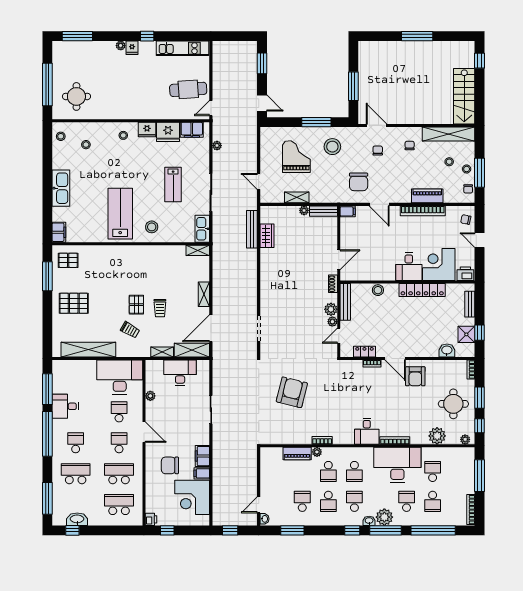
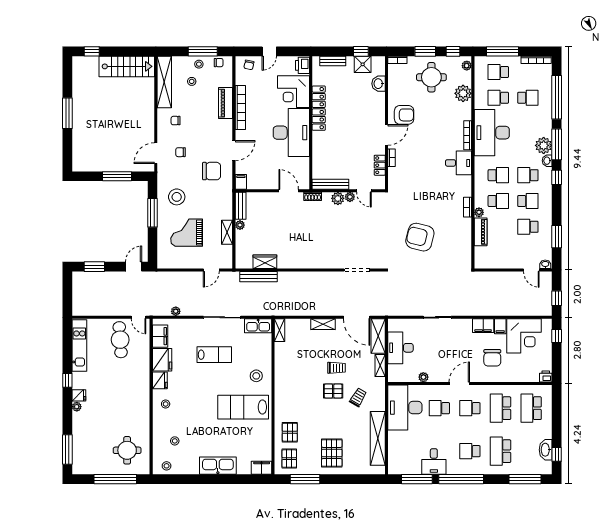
pallet: (95, 261) -> (290, 432), added
desk: (409, 267) -> (291, 133), width x1.87, depth x1.30
stool: (378, 290) -> (319, 152), removed
school desk: (407, 501) -> (498, 72), moved
window: (167, 530) -> (557, 336), moved

